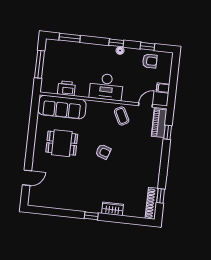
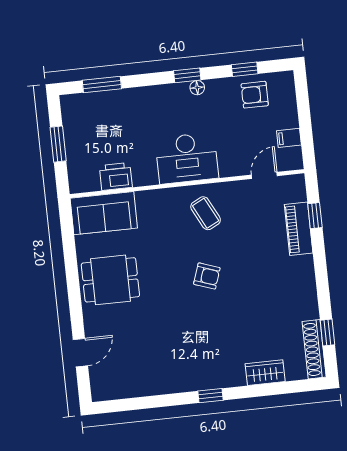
armchair: (150, 61) -> (255, 95), turned 180
window: (40, 64) -> (58, 144), width x0.69
sofa: (62, 107) -> (104, 213), width x0.73
coffee table: (122, 116) -> (206, 213), moved
piano: (159, 123) -> (299, 229), moved
dining table: (62, 143) -> (110, 280), moved
wardrobe: (112, 209) -> (265, 373), moved

